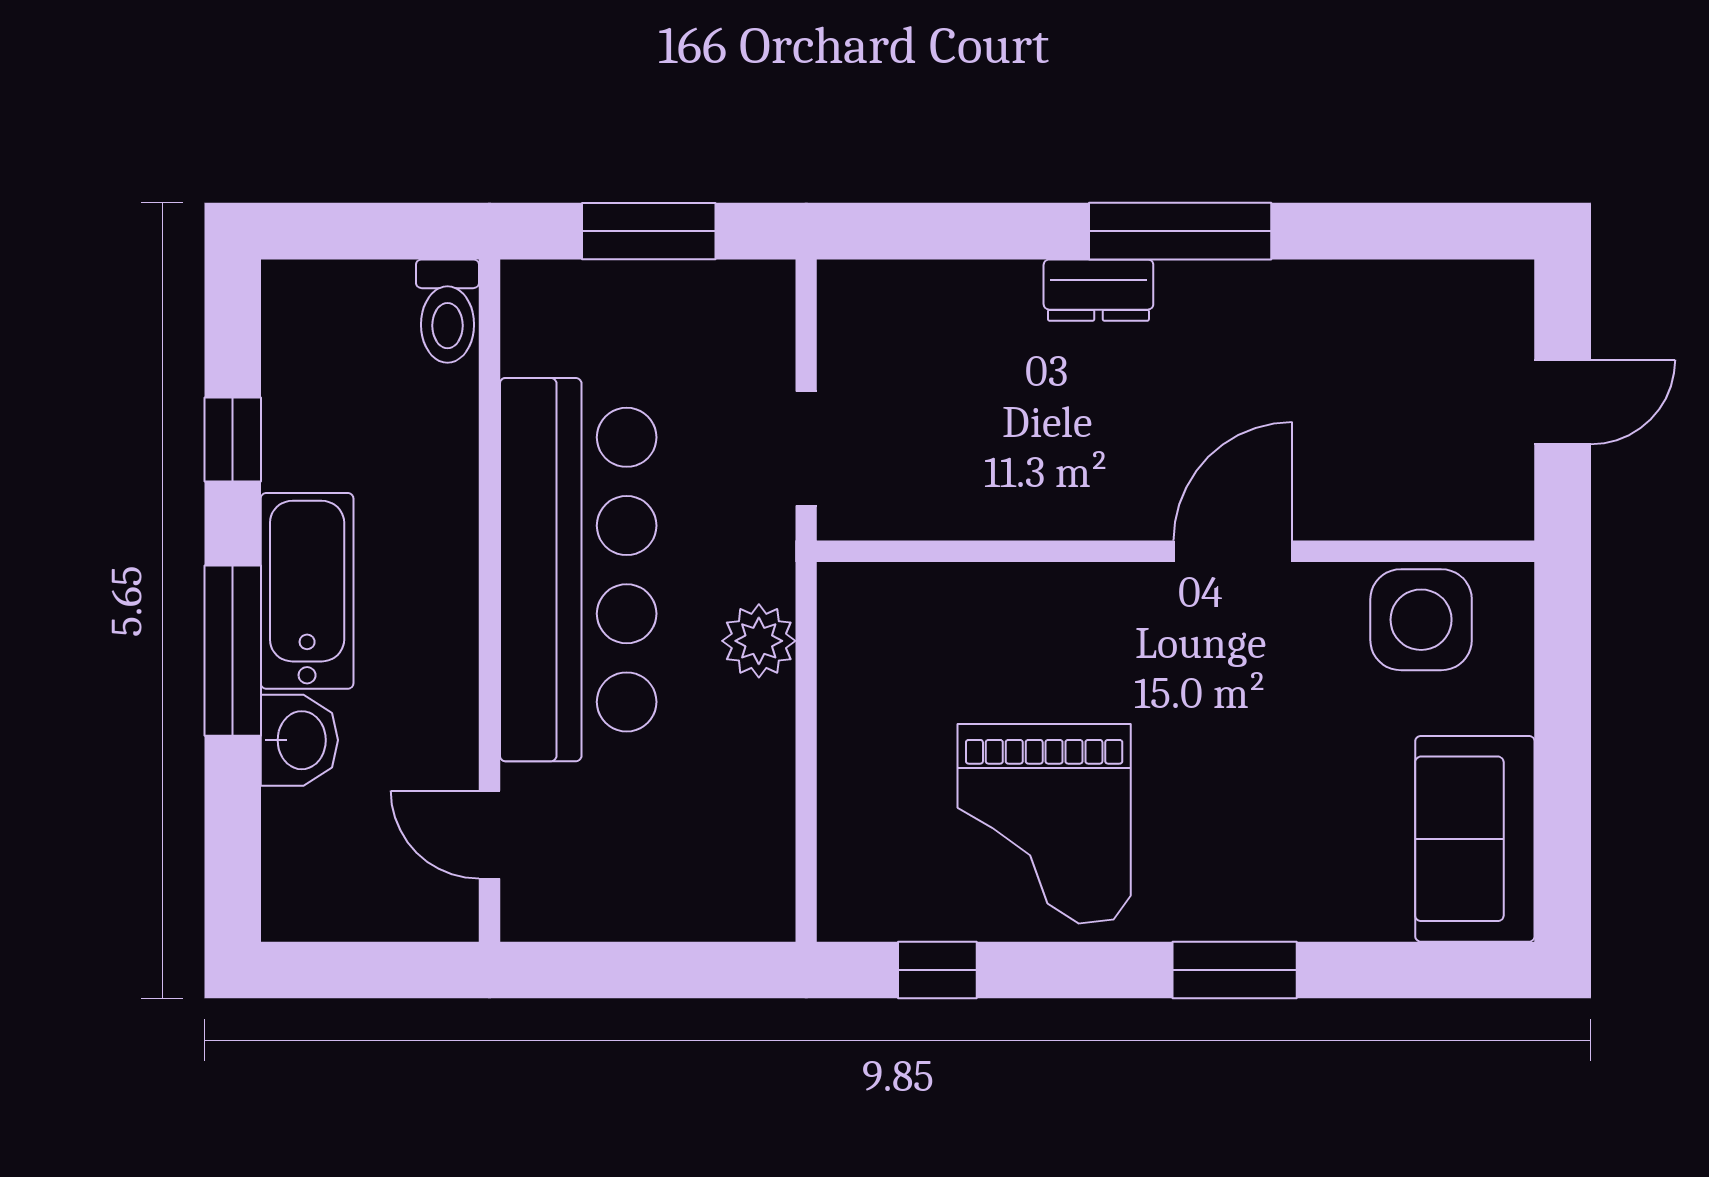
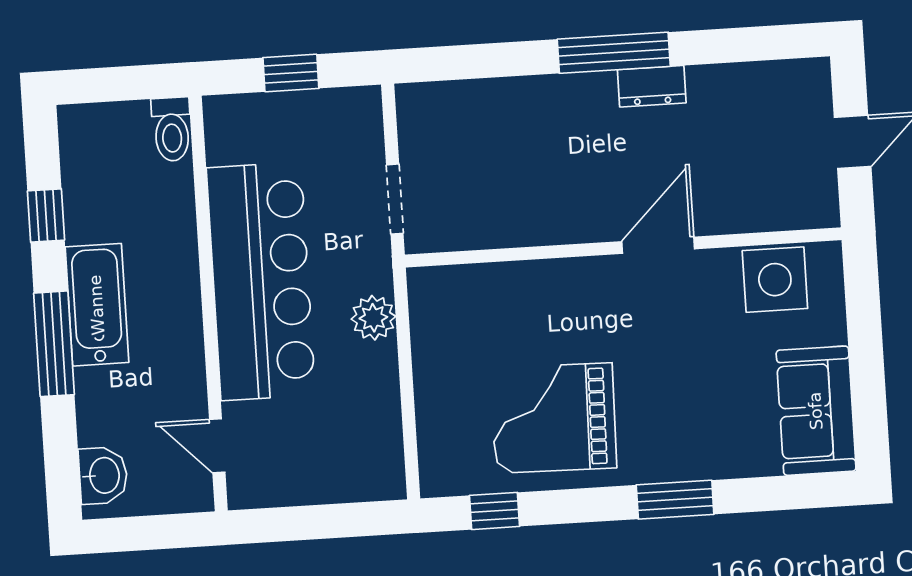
window: (649, 231) -> (291, 73), width x0.67
dresser: (1098, 290) -> (652, 86), moved
washbasin: (299, 740) -> (103, 475), moved
grand piano: (1044, 824) -> (554, 418), turned 91

